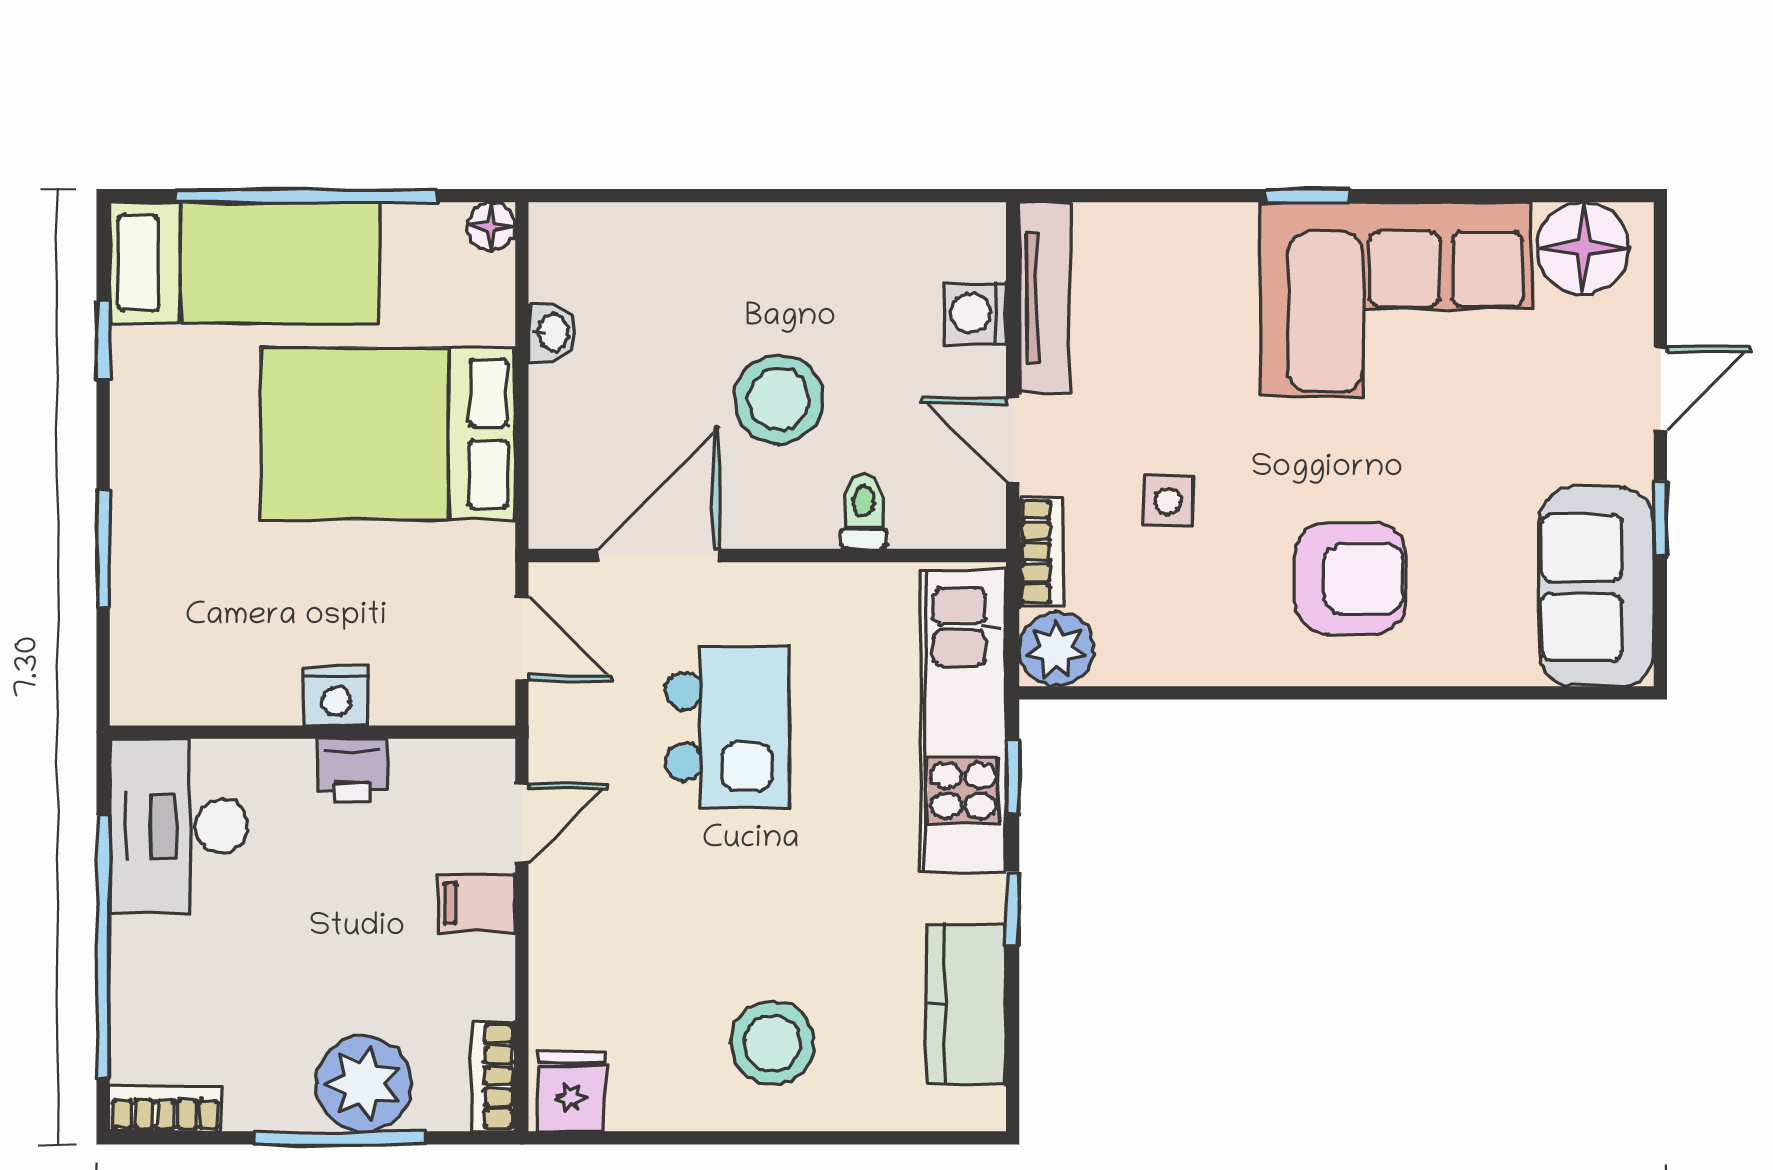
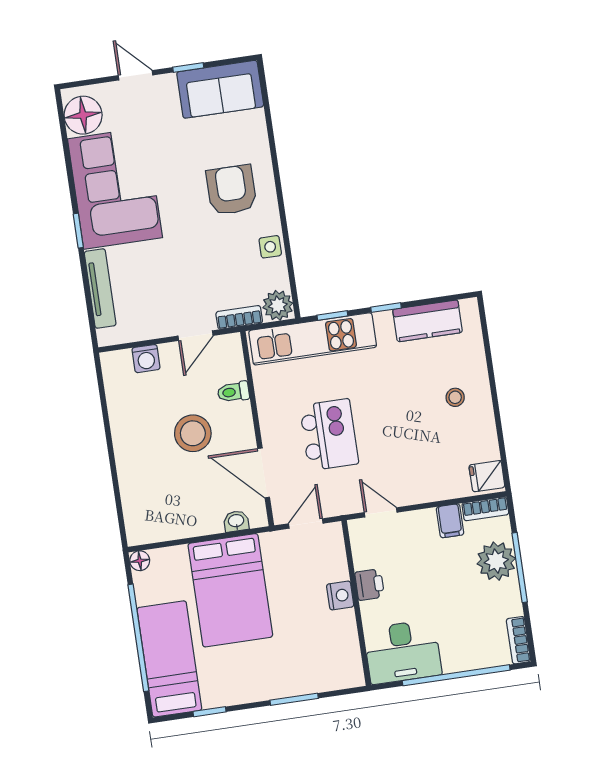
tv unit: (1045, 297) -> (100, 288), moved, turned 90
washbasin: (552, 332) -> (236, 521), moved
side table: (1168, 501) -> (270, 247), moved
kitchen island: (727, 726) -> (329, 435), turned 90
filing cabinet: (477, 903) -> (450, 521), moved
stool: (772, 1043) -> (455, 397), width x0.53, depth x0.53

